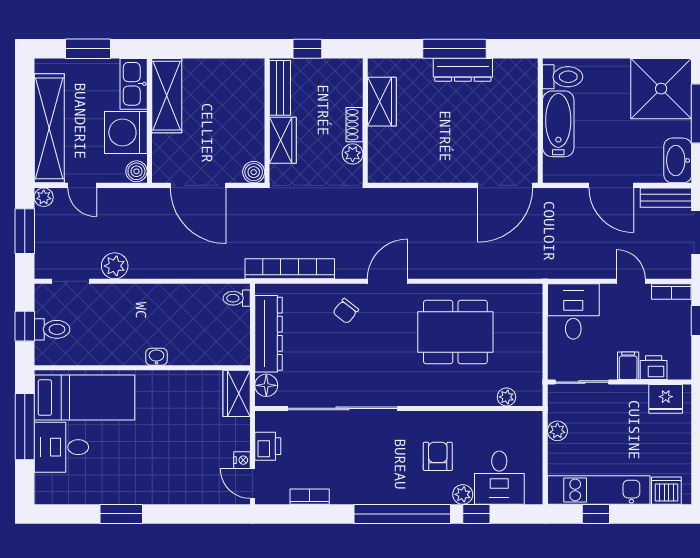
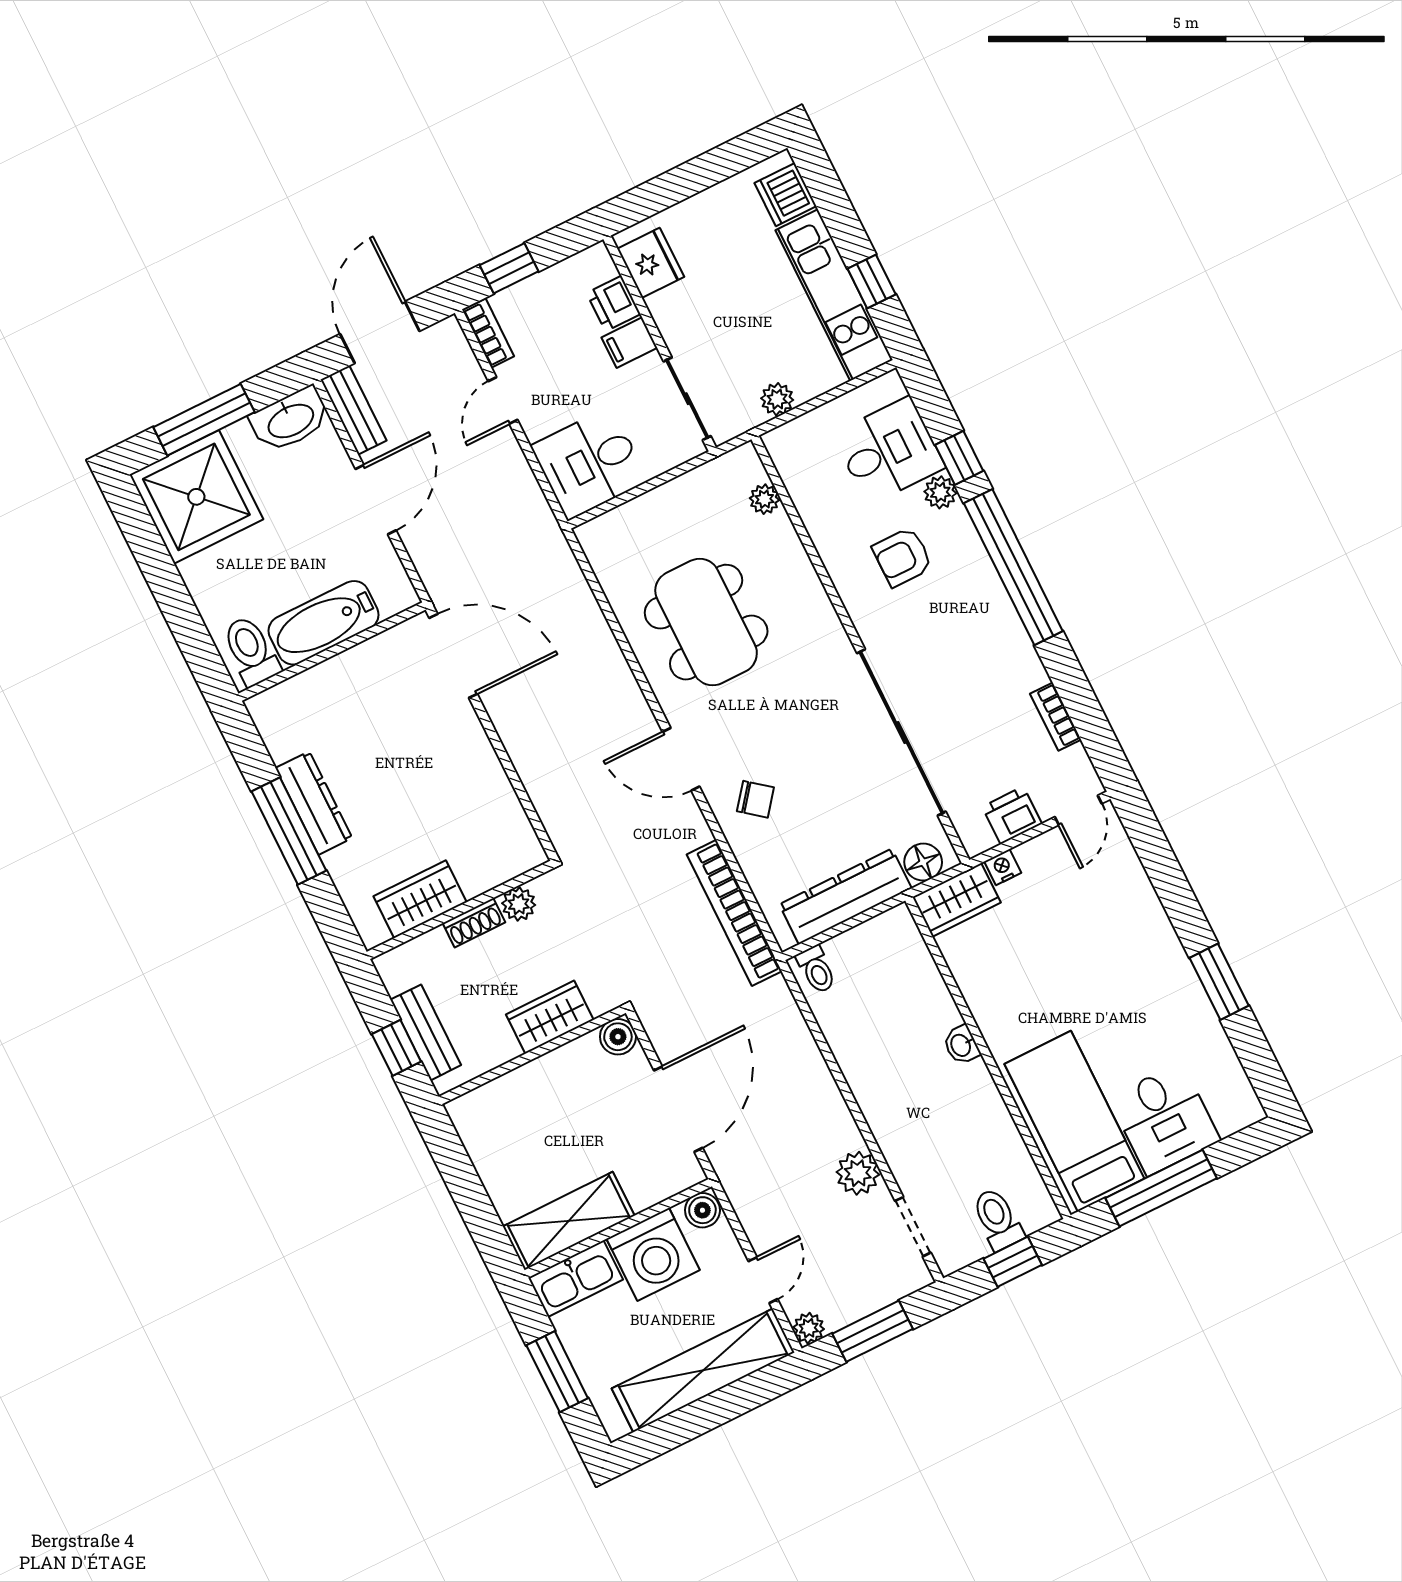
bench: (280, 88) -> (426, 1032), moved, turned 90
nightstand: (242, 460) -> (1003, 867), moved

